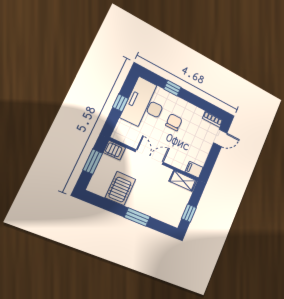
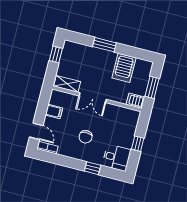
desk: (145, 105) -> (117, 158), width x0.53, depth x0.77
door: (220, 138) -> (36, 131), swing flipped
double door: (149, 157) -> (93, 98), moved
filing cabinet: (194, 170) -> (54, 111), moved

